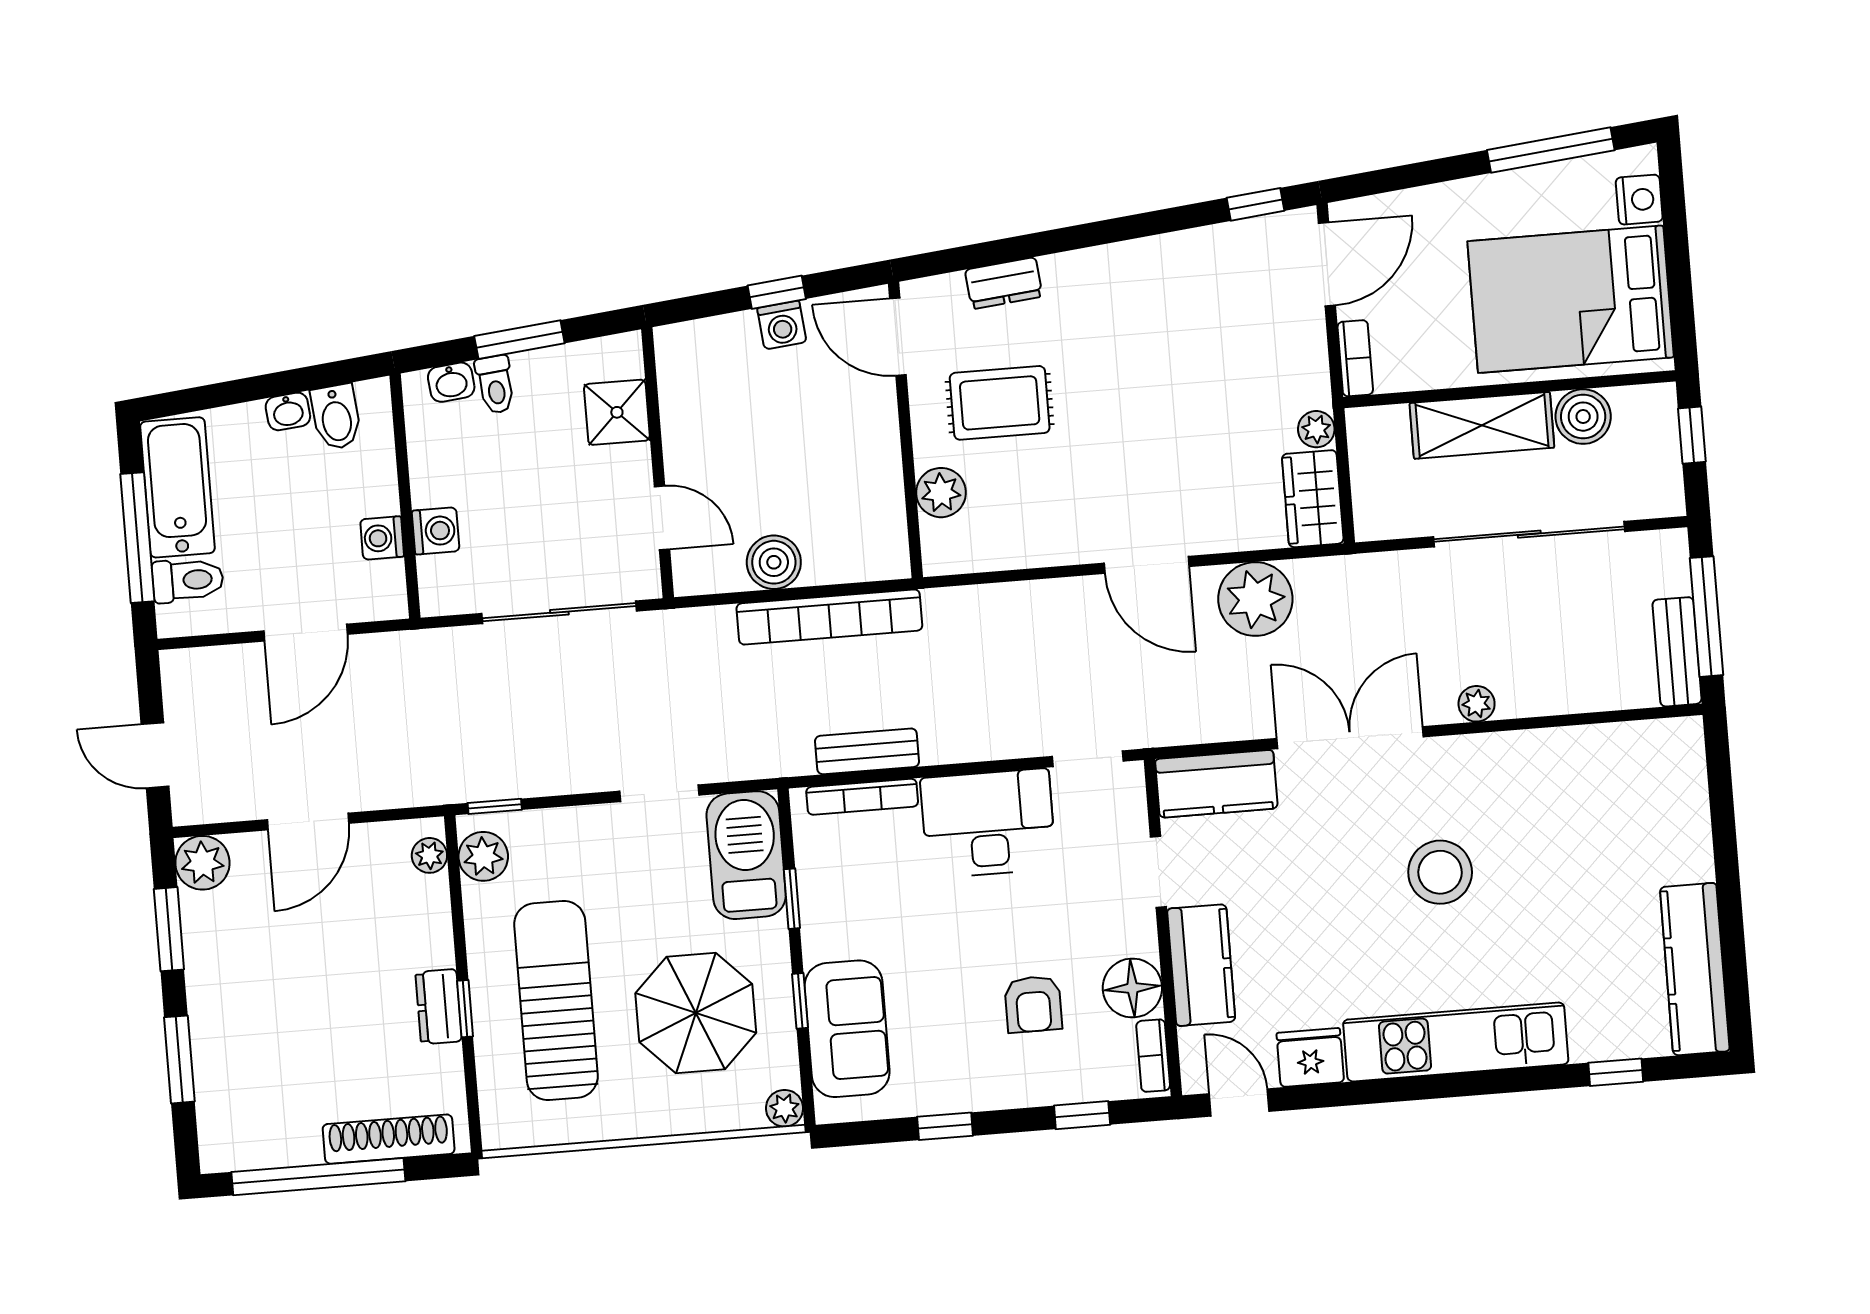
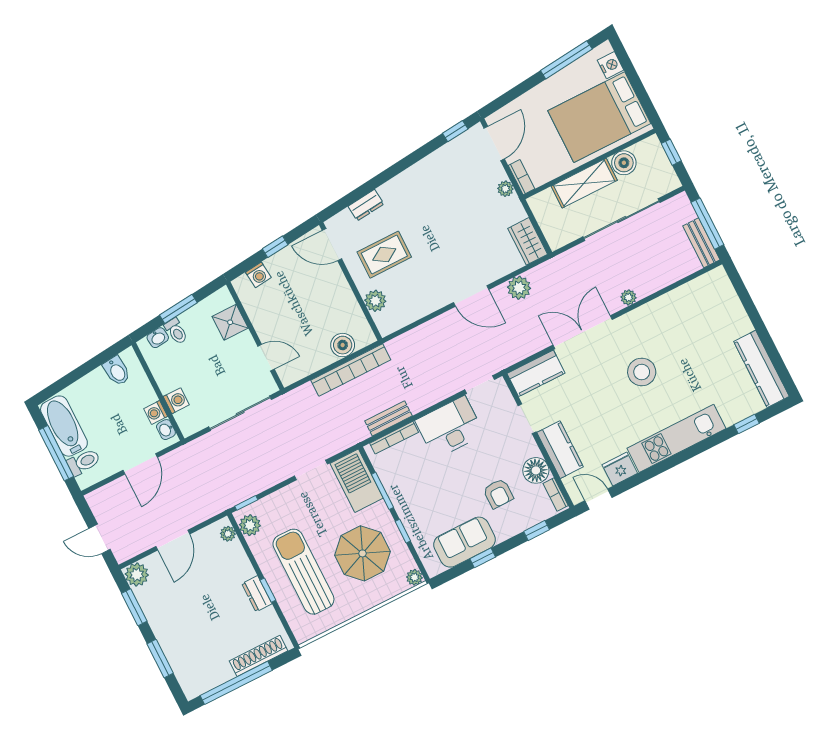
washing machine: (782, 325) -> (258, 275), moved
washbasin: (288, 411) -> (166, 430), moved, turned 96
plant: (1316, 429) -> (505, 189), moved
boiler: (774, 562) -> (343, 345), moved
plant: (1255, 599) -> (519, 288), width x0.73, depth x0.73
window: (792, 899) -> (382, 491), width x1.50
sofa: (847, 1029) -> (465, 542), moved, turned -90

